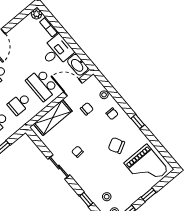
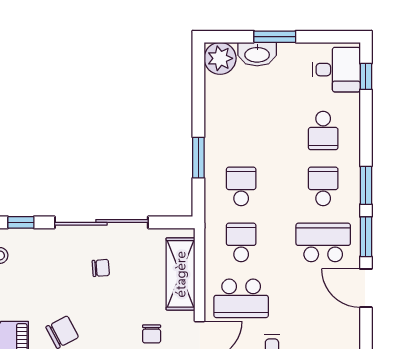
school desk: (42, 85) -> (241, 298), turned 180
sliding door: (59, 167) -> (101, 222), width x1.86

